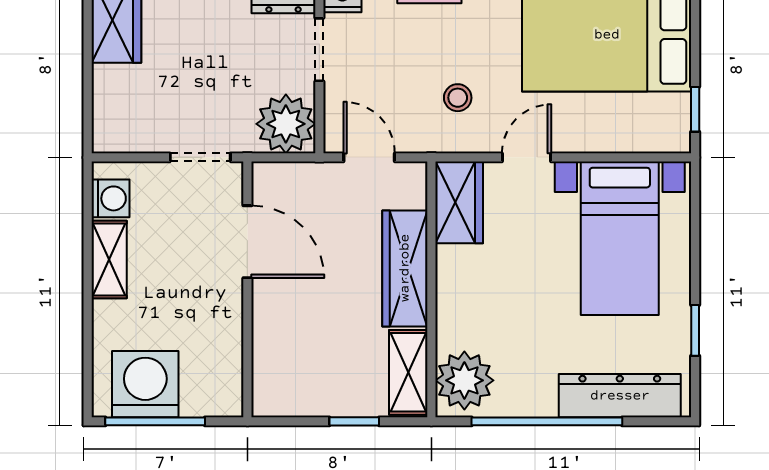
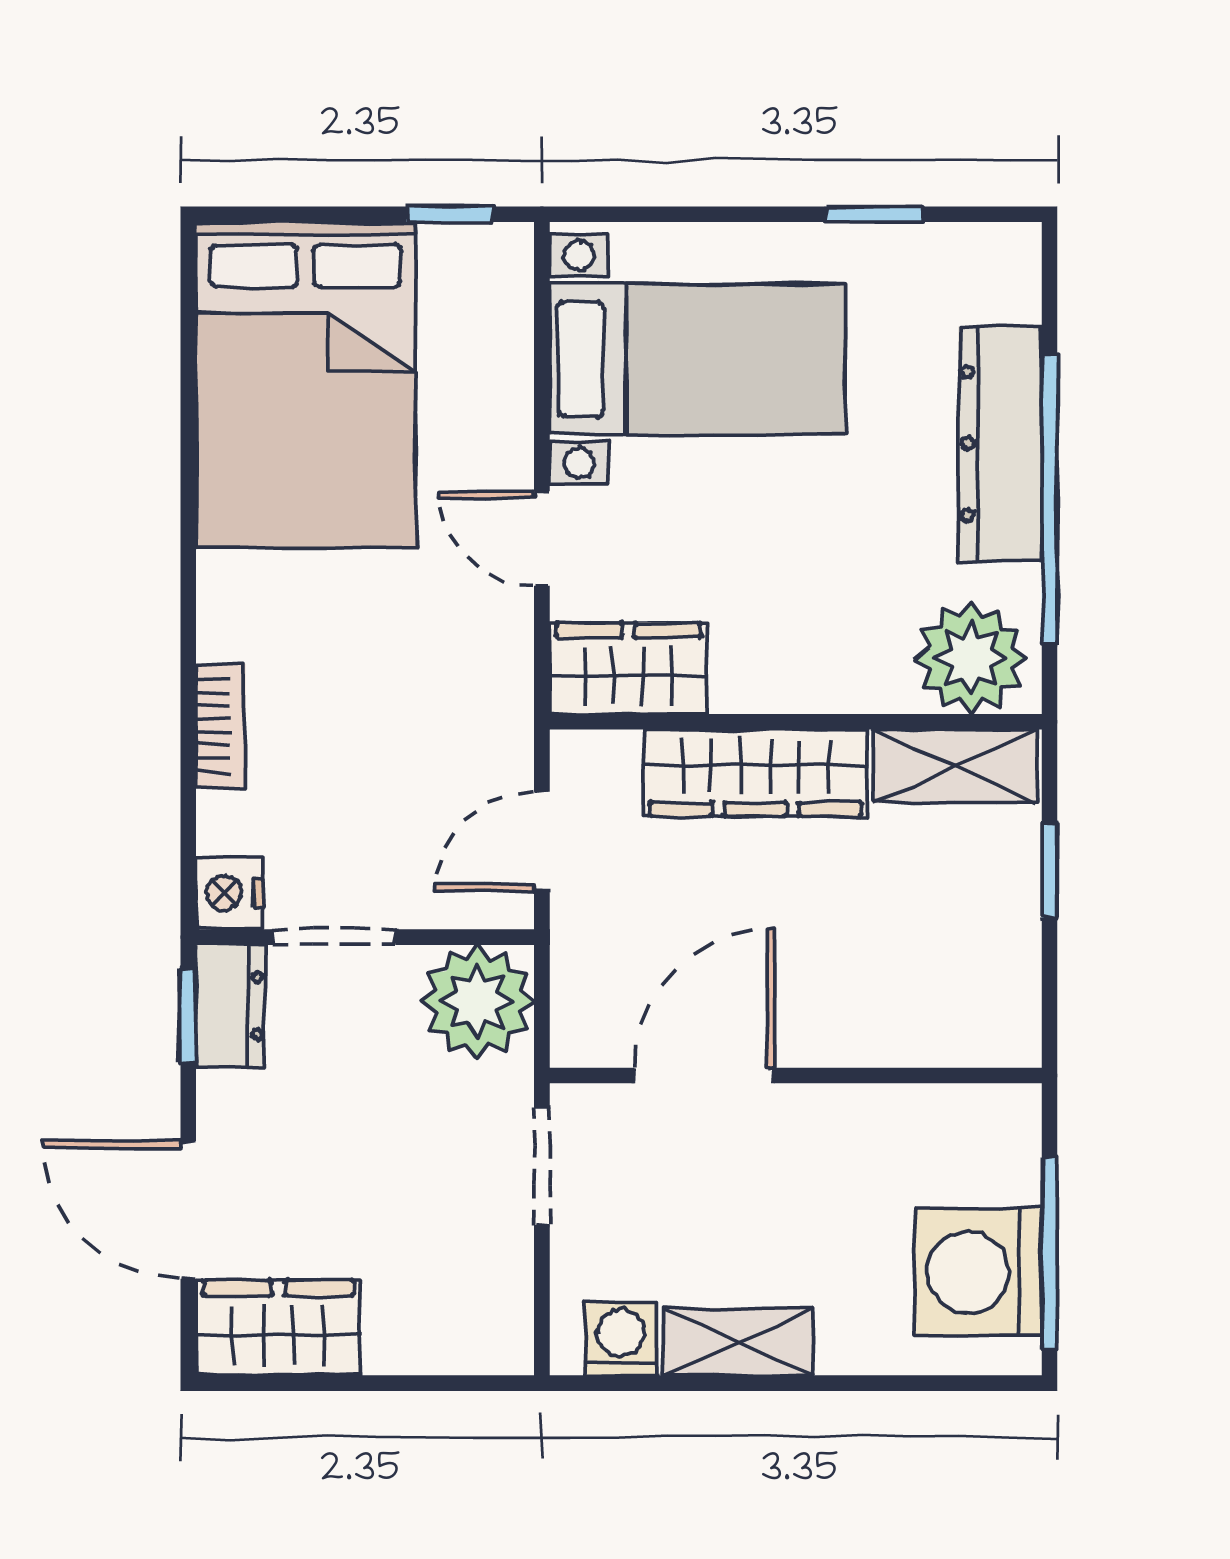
stool: (458, 98) -> (427, 671), removed
dresser: (620, 396) -> (1000, 444), moved

